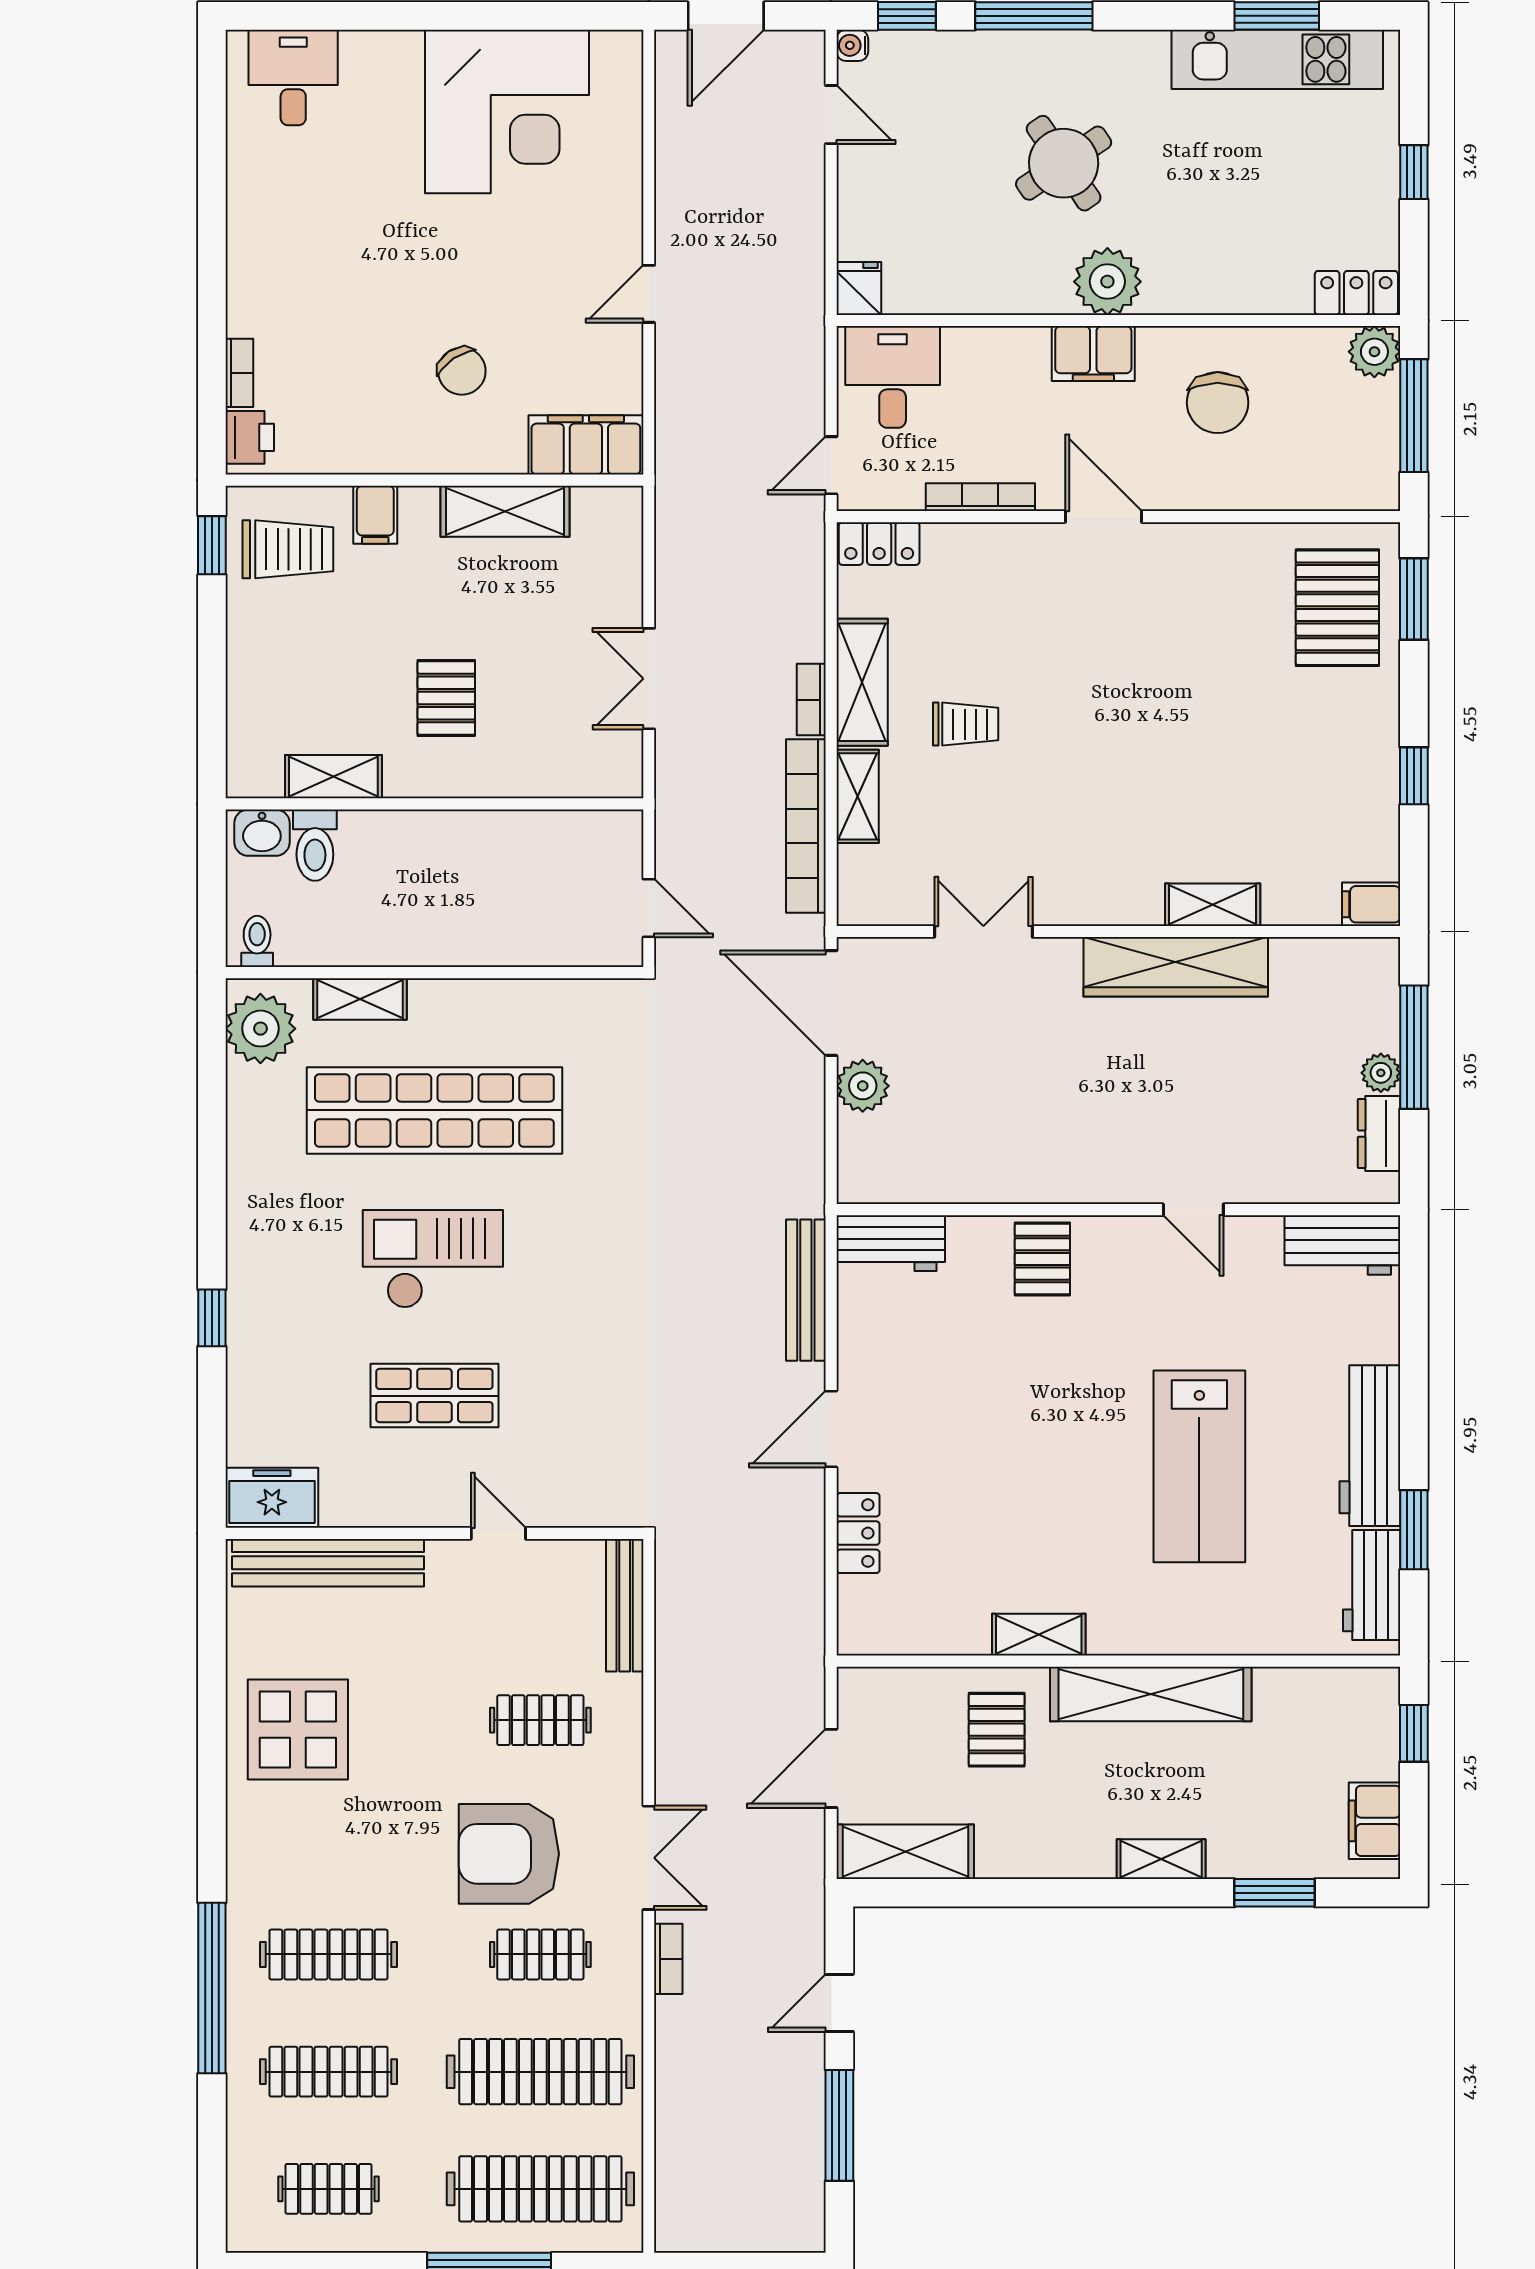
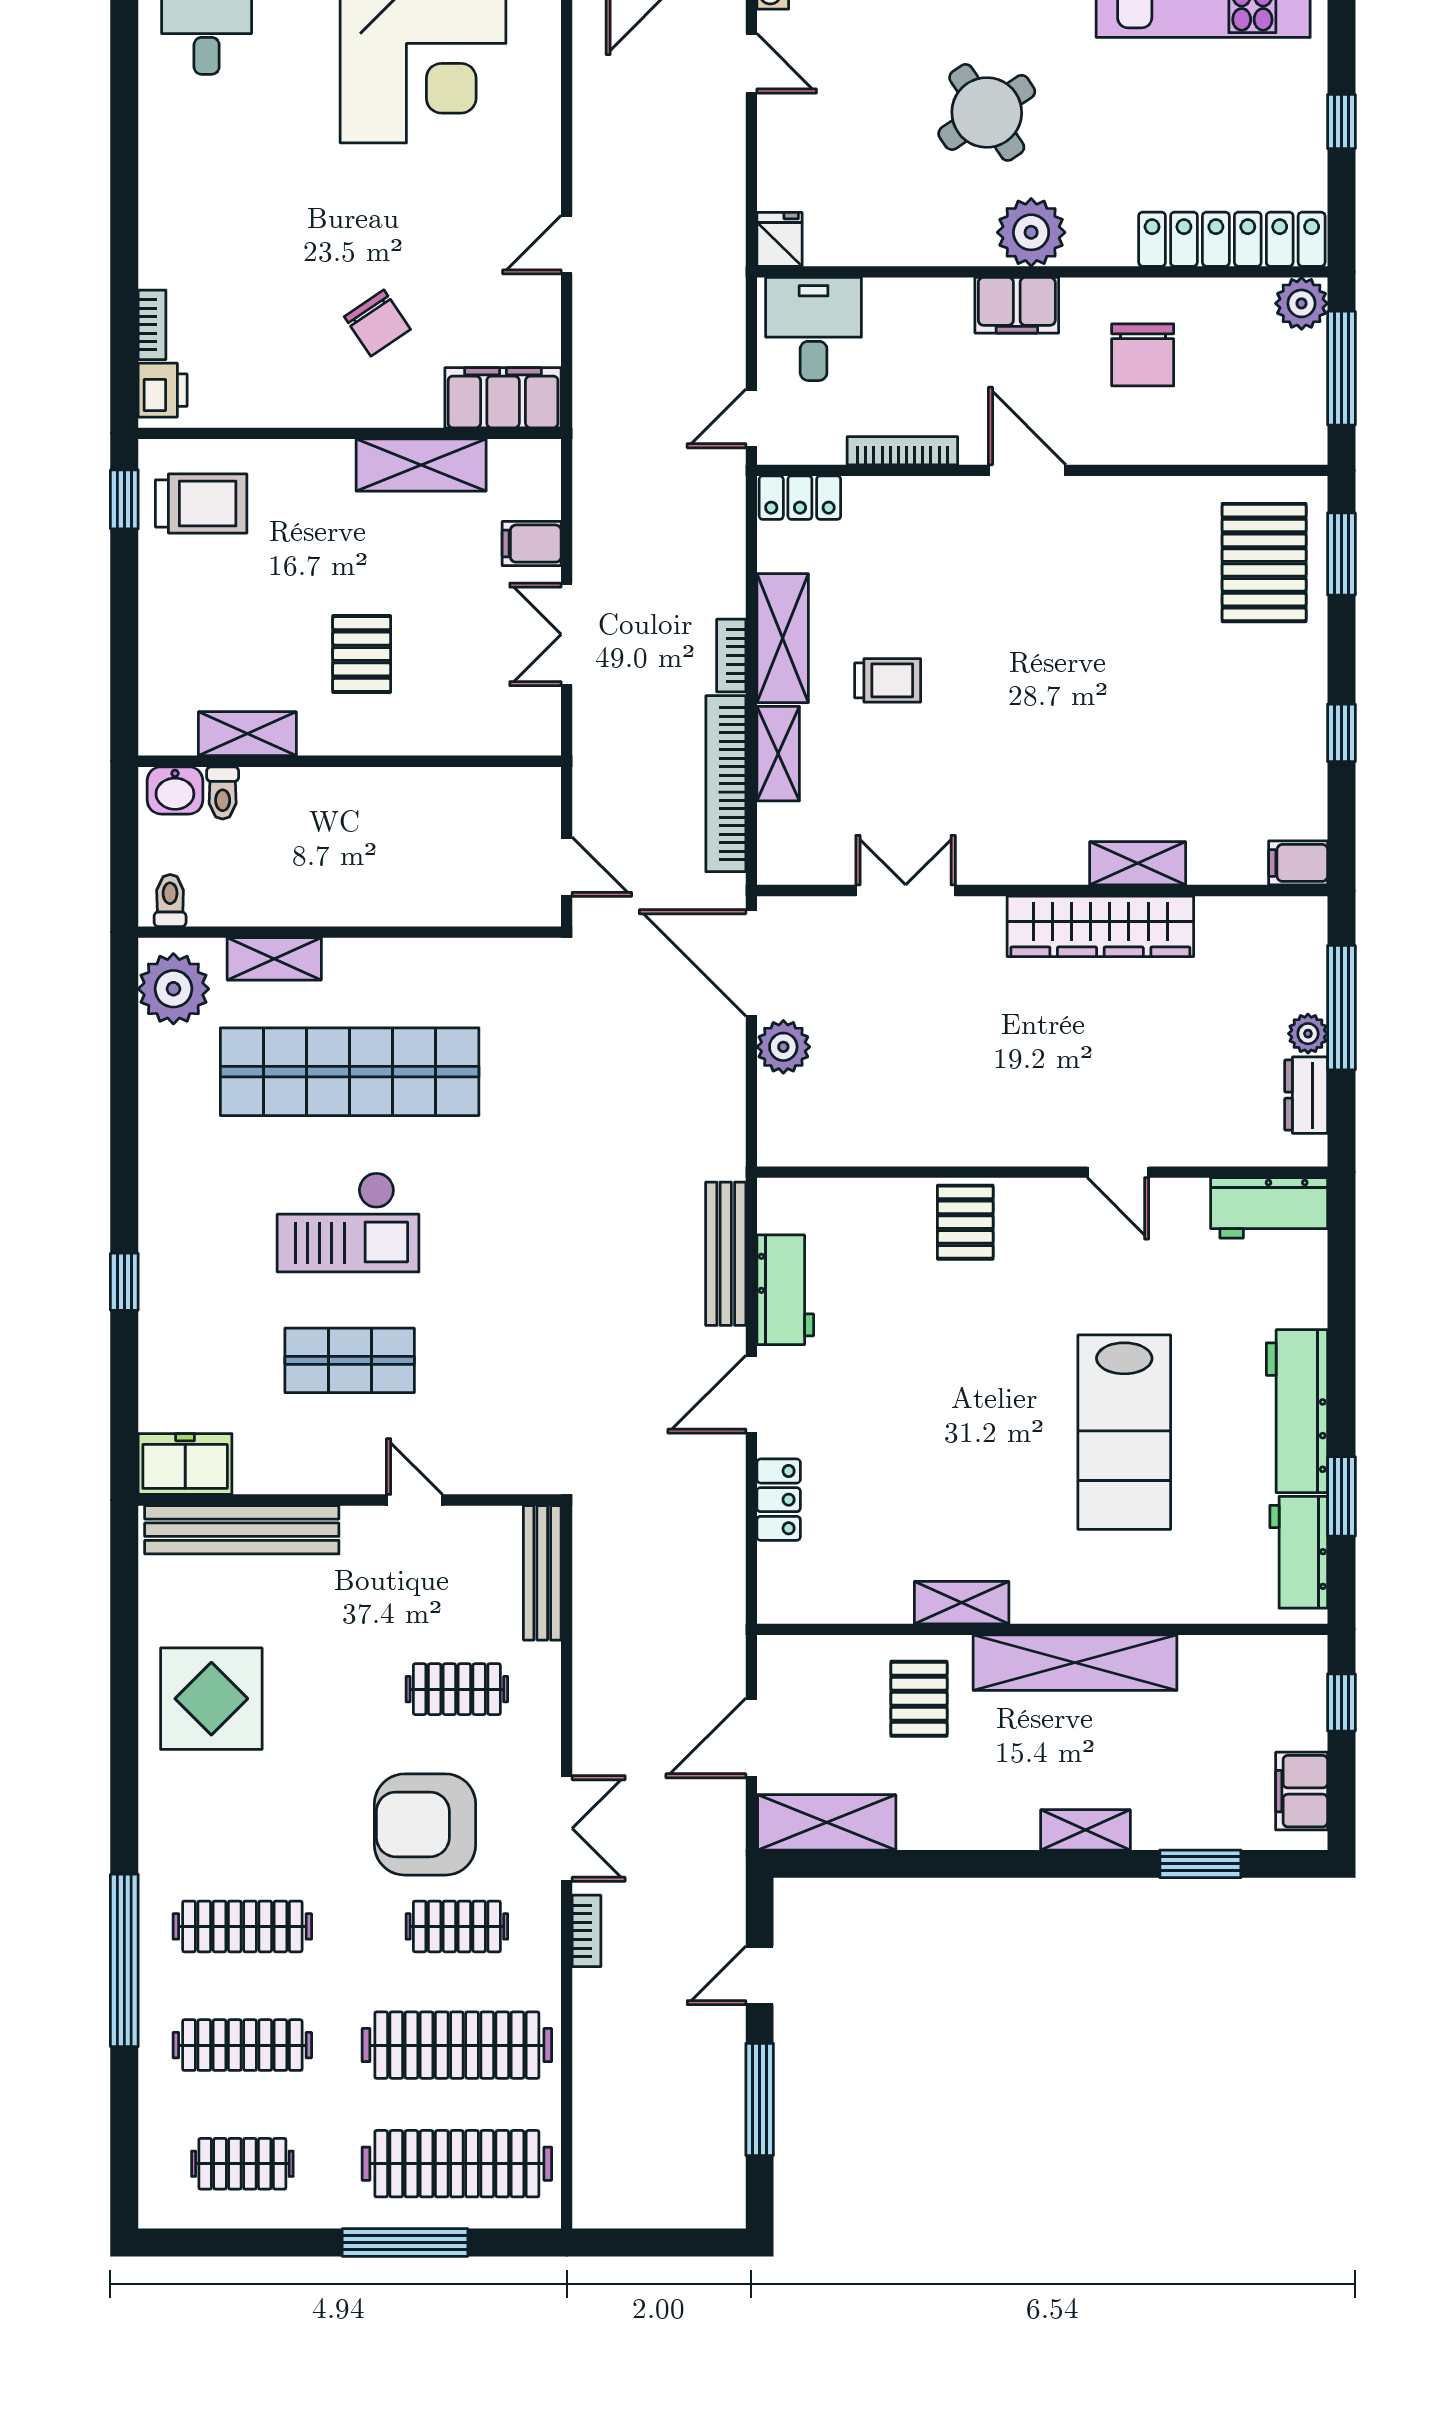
locker: (1356, 293) -> (1232, 239), width x2.16, depth x1.21
filing cabinet: (375, 515) -> (532, 544), moved, turned 90
toilet: (315, 845) -> (223, 793), width x0.73, depth x0.72
workbench: (891, 1243) -> (785, 1290), moved, turned -90
checkout: (433, 1259) -> (348, 1222), turned 180

